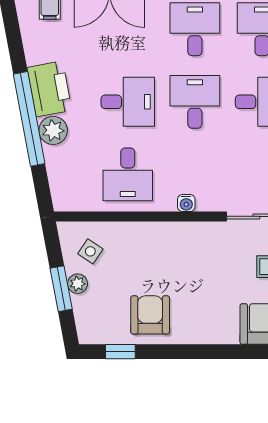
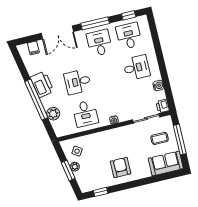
desk: (128, 102) -> (78, 82), turned 180
desk: (195, 102) -> (107, 75), removed
plant: (53, 130) -> (53, 114), moved
armchair: (150, 315) -> (121, 167), moved

